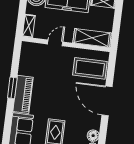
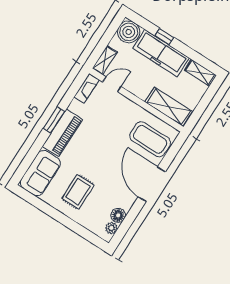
door: (55, 43) -> (112, 84), moved
fireplace: (25, 53) -> (87, 88), added

